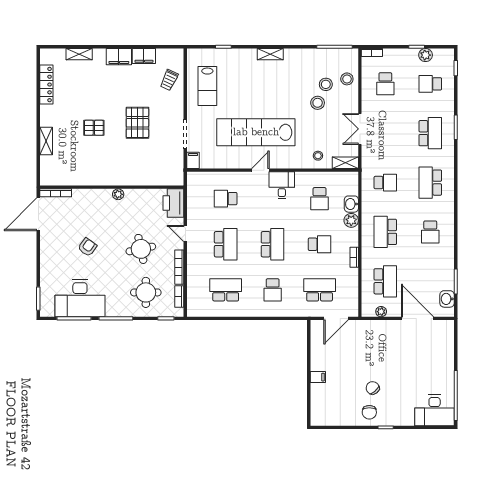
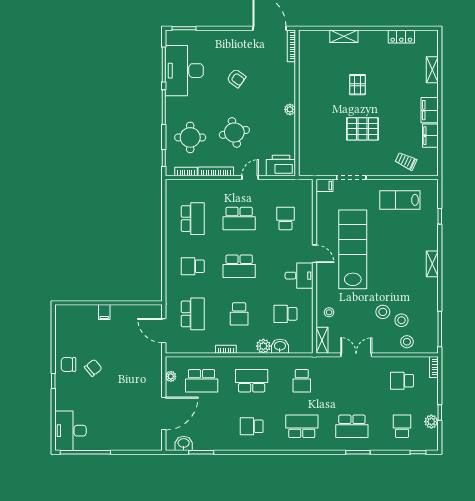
locker: (46, 85) -> (401, 36), width x0.66

